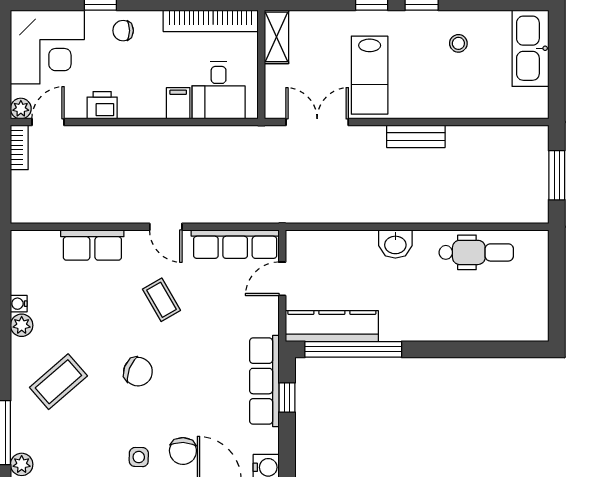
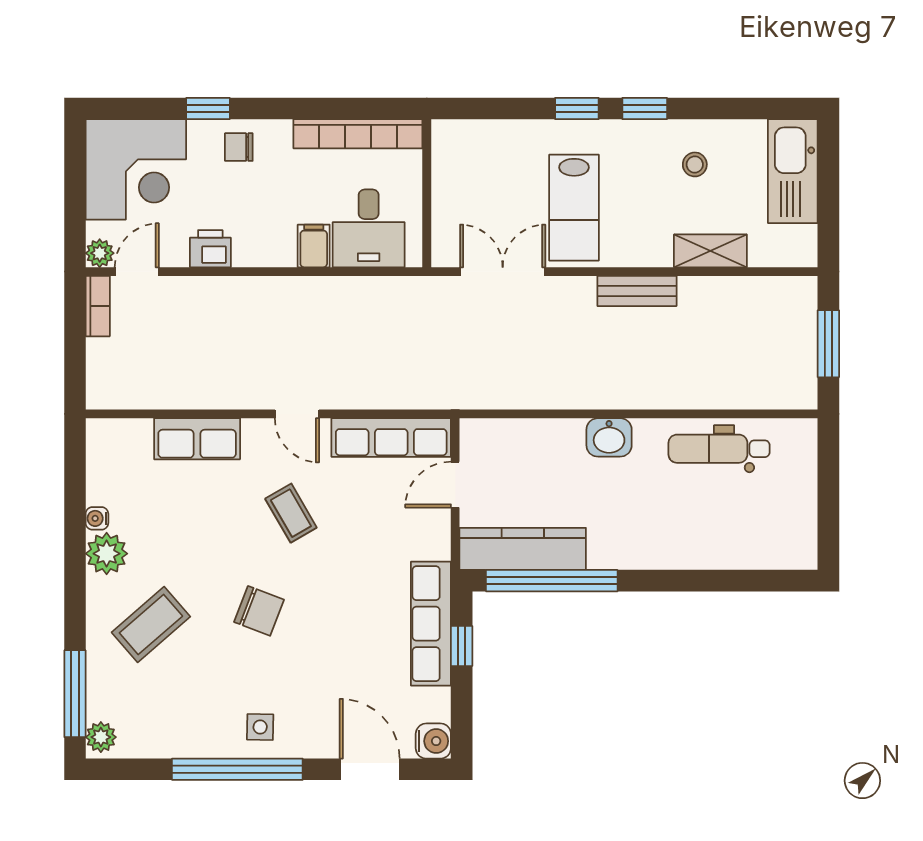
shelving: (277, 37) -> (710, 251), moved, turned 90
dental chair: (476, 252) -> (719, 449), turned 180
plant: (22, 325) -> (107, 554), width x1.38, depth x1.38
chair: (183, 451) -> (320, 719), removed

